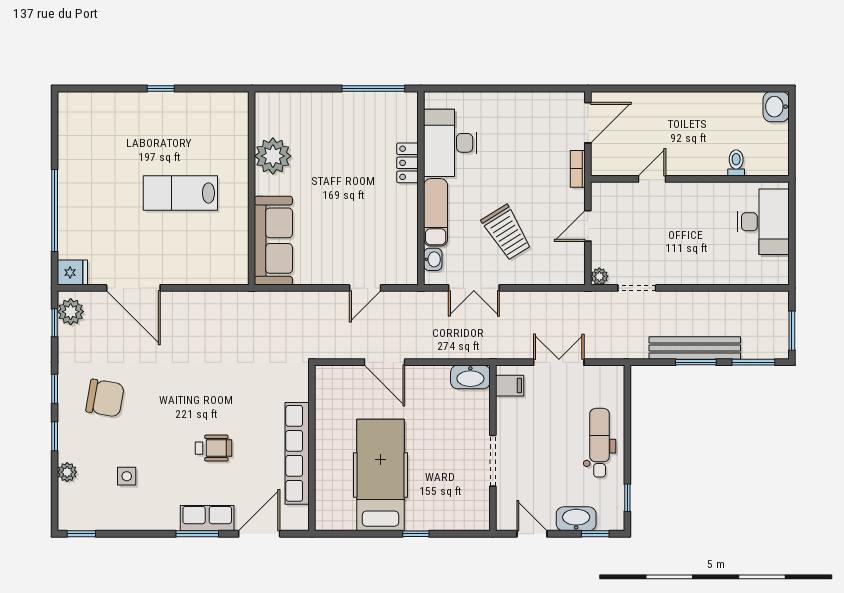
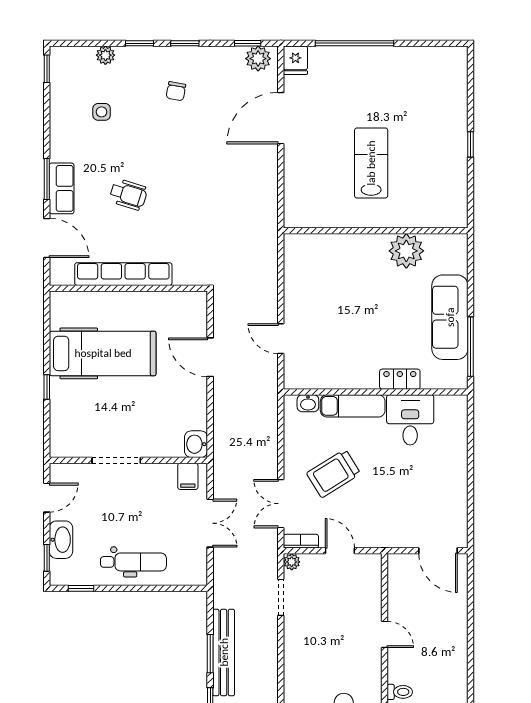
desk: (450, 143) -> (410, 420), width x0.73
bookcase: (578, 169) -> (301, 541), moved
door: (652, 179) -> (384, 634), moved
sofa: (273, 241) -> (450, 317), moved, turned 90
double door: (474, 288) -> (281, 504), moved
door: (385, 362) -> (210, 357), hinge flipped
washbasin: (470, 377) -> (196, 444), width x0.72
chair: (105, 398) -> (176, 91), width x0.54, depth x0.54
wheelchair: (213, 448) -> (128, 194), turned -73

